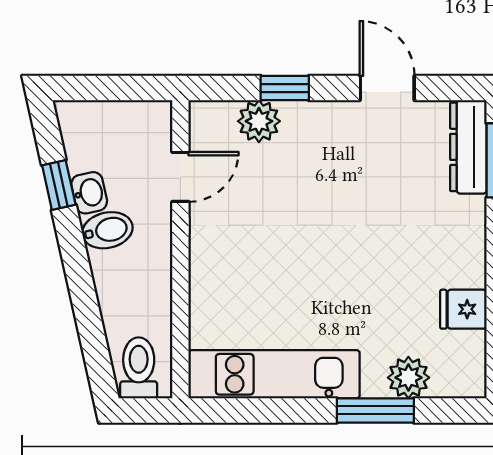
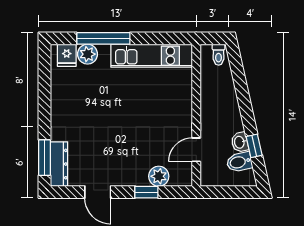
bidet: (107, 230) -> (239, 162), moved
fridge: (463, 309) -> (67, 55), moved, turned 90
toilet: (139, 368) -> (219, 55), width x0.73, depth x0.72
window: (375, 410) -> (103, 38), width x1.44

